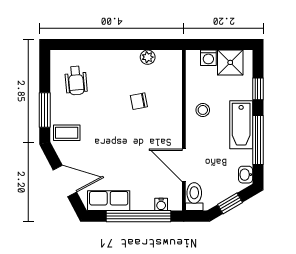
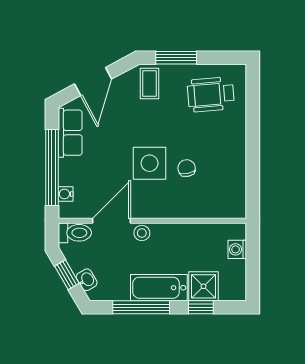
plant: (148, 57) -> (238, 178), removed
shower: (230, 62) -> (203, 286), moved
wheelchair: (76, 80) -> (211, 94), width x1.36, depth x1.37
stool: (203, 110) -> (142, 233), moved
side table: (135, 133) -> (150, 163), added
washbasin: (246, 175) -> (87, 280), moved, turned 60

